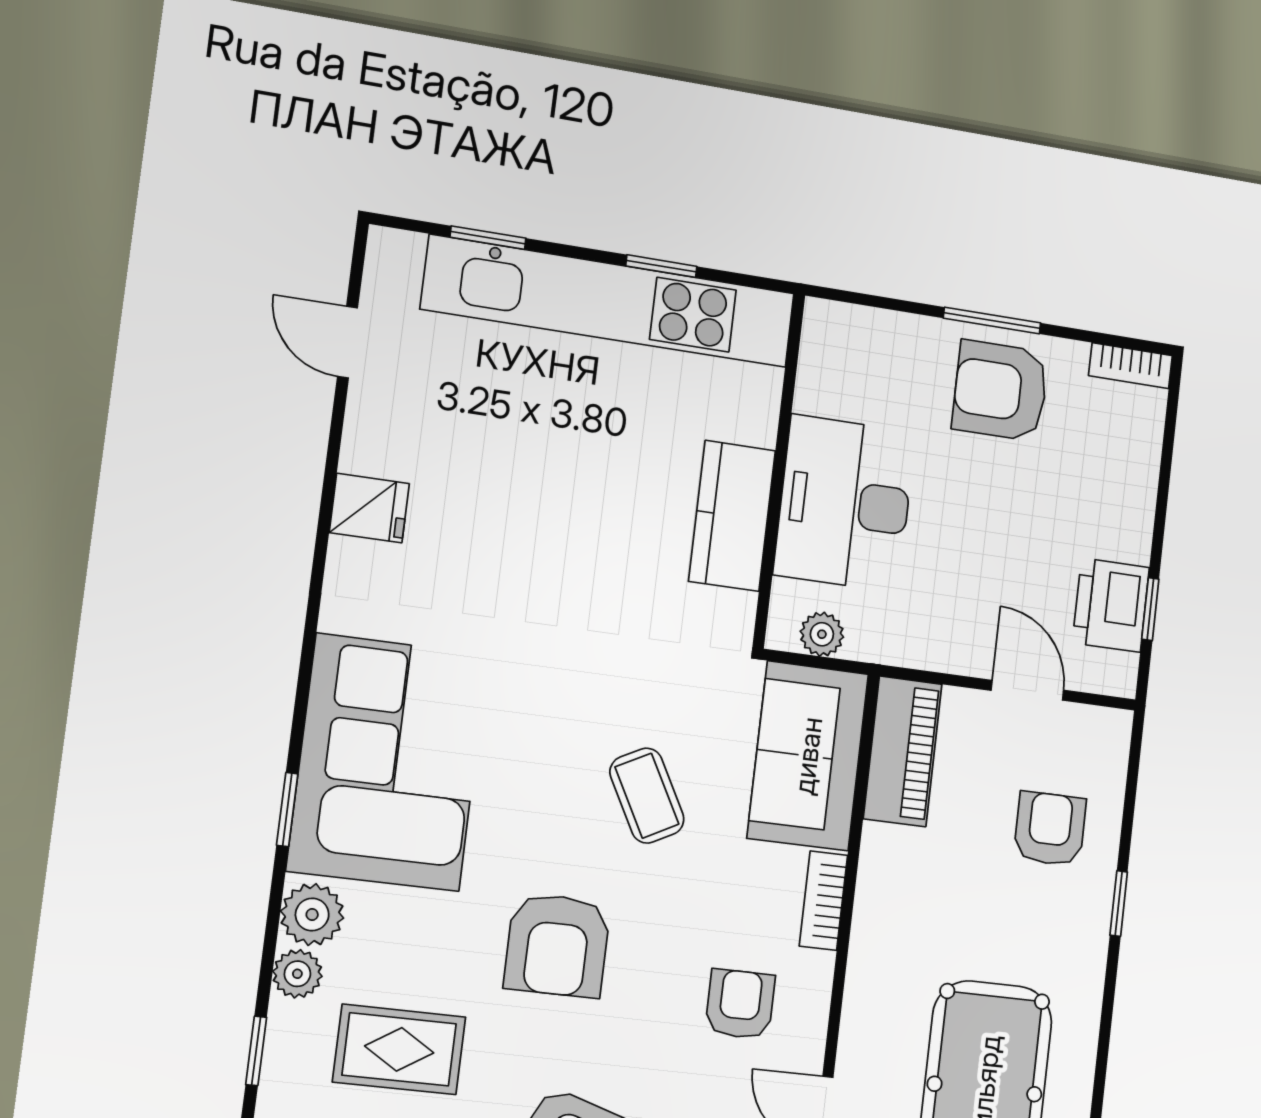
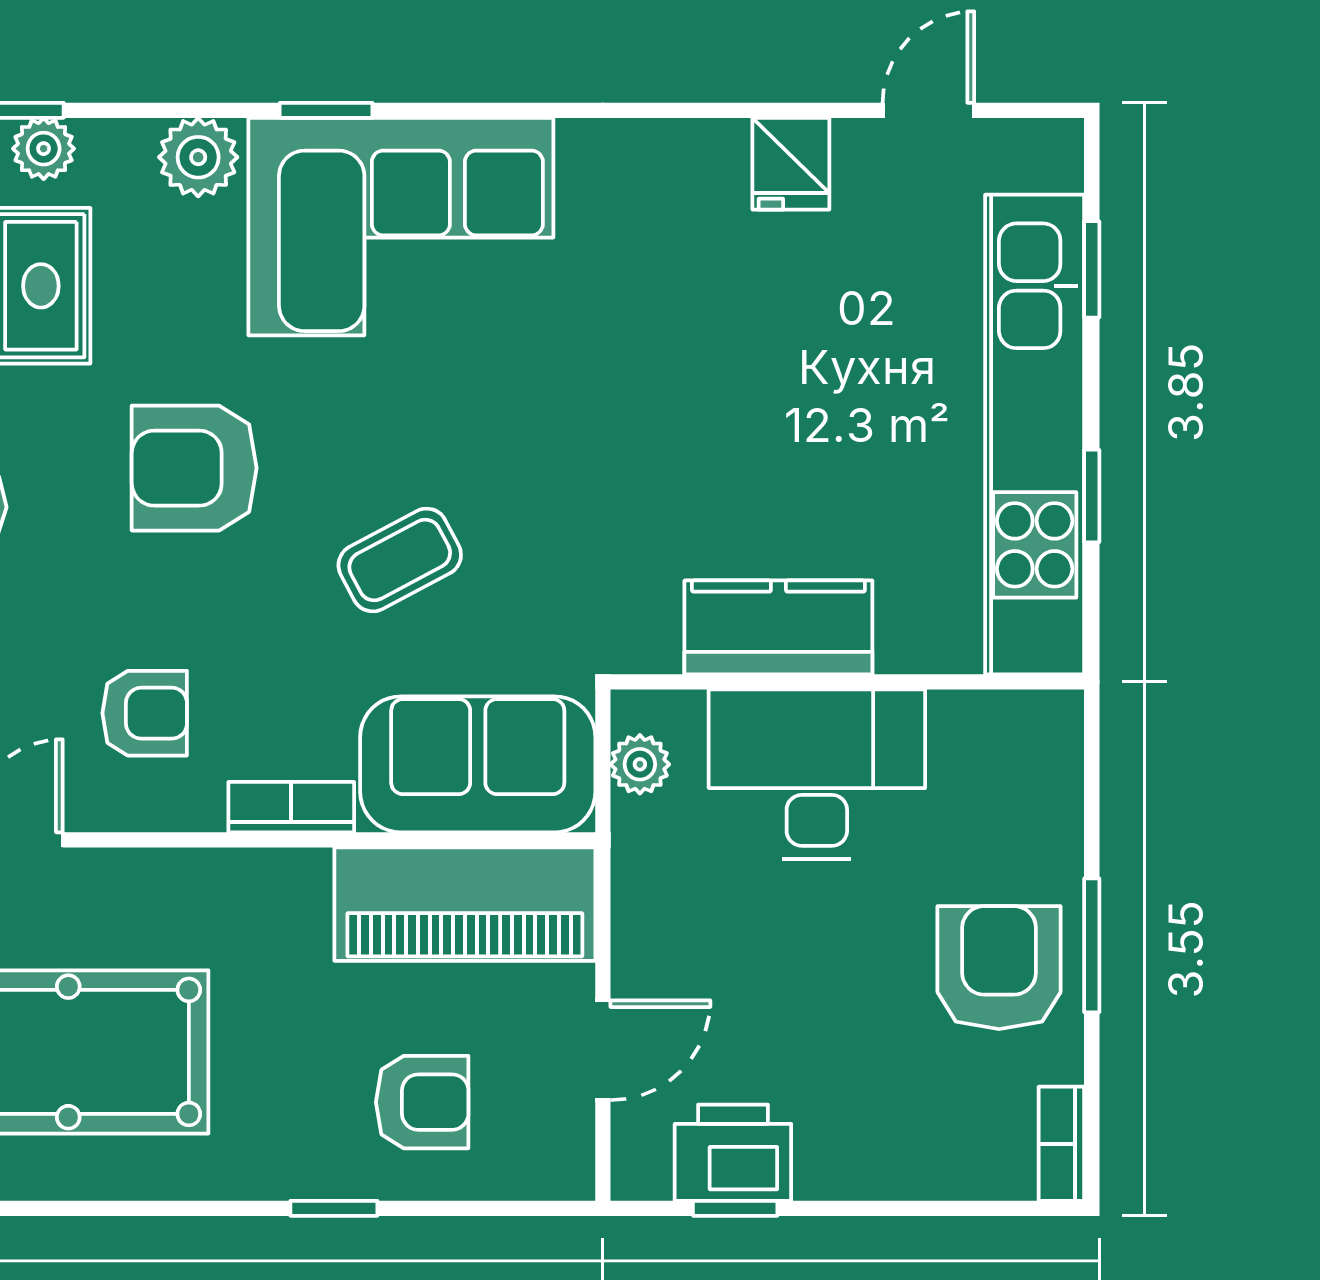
fridge: (369, 508) -> (791, 164), moved
piano: (903, 751) -> (465, 904), width x1.37, depth x1.33
plant: (297, 974) -> (44, 149), moved

